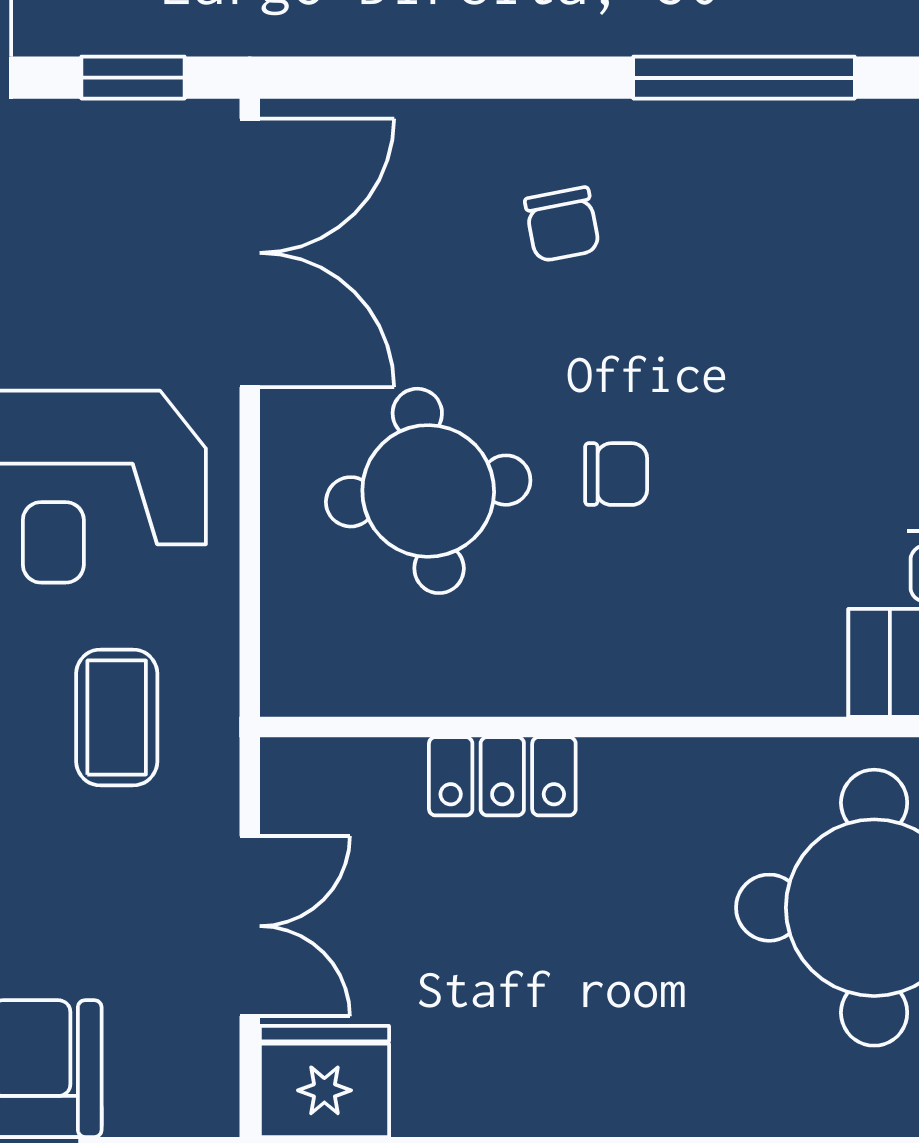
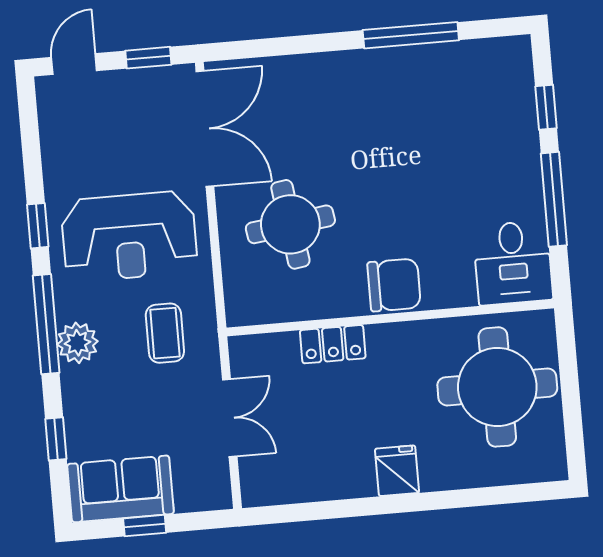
chair: (562, 224) -> (338, 105), removed
chair: (616, 474) -> (394, 285), moved, width x1.87, depth x1.87
fridge: (324, 1081) -> (397, 471), moved, width x0.72

